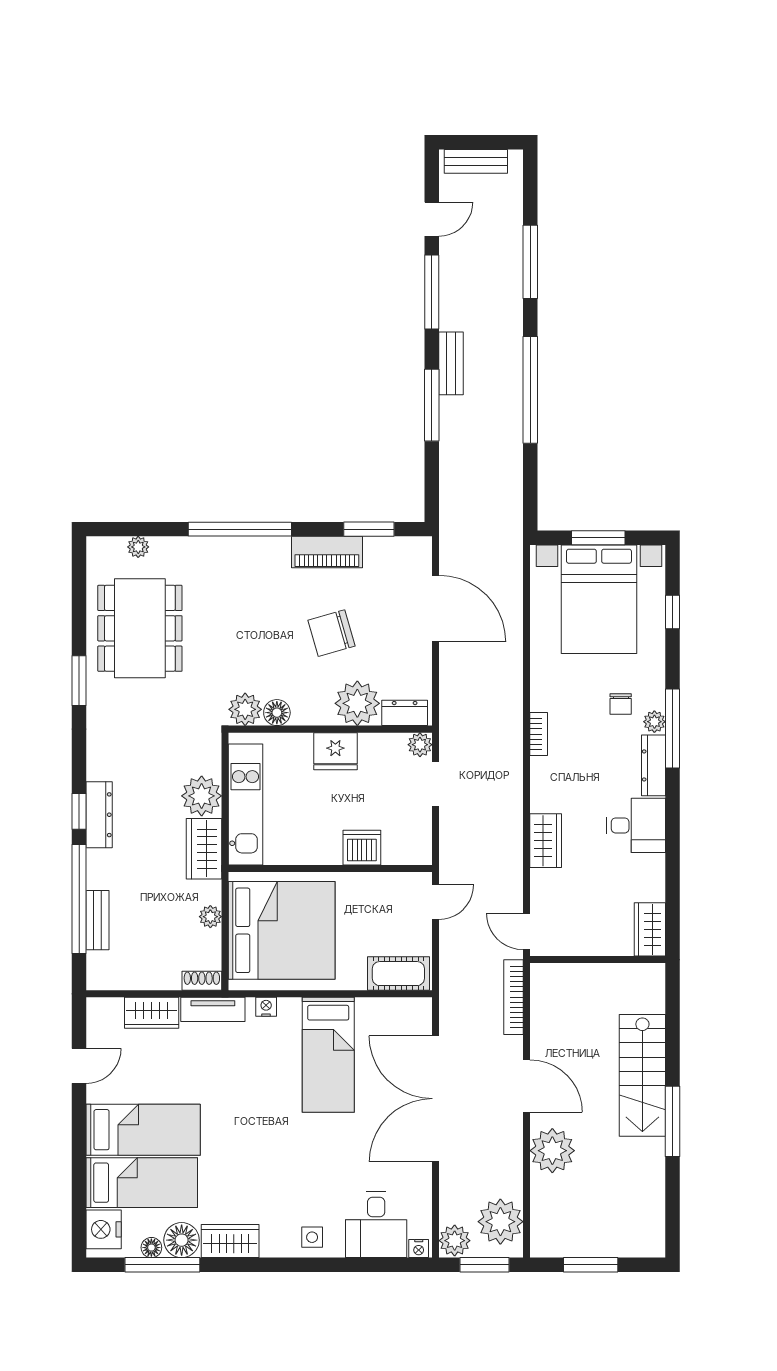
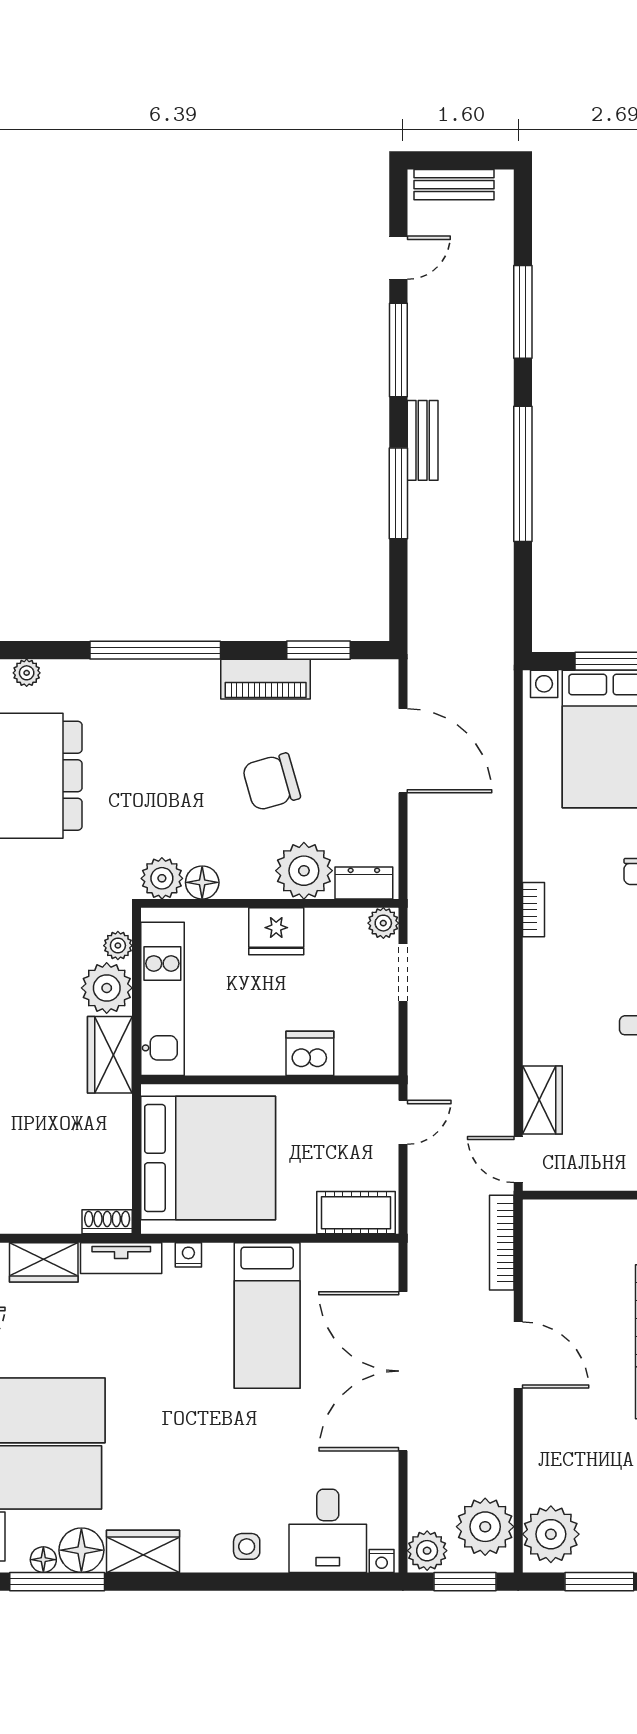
wardrobe: (546, 841) -> (542, 1100), moved
plant: (210, 917) -> (118, 946), moved
plant: (552, 1151) -> (551, 1534), moved

